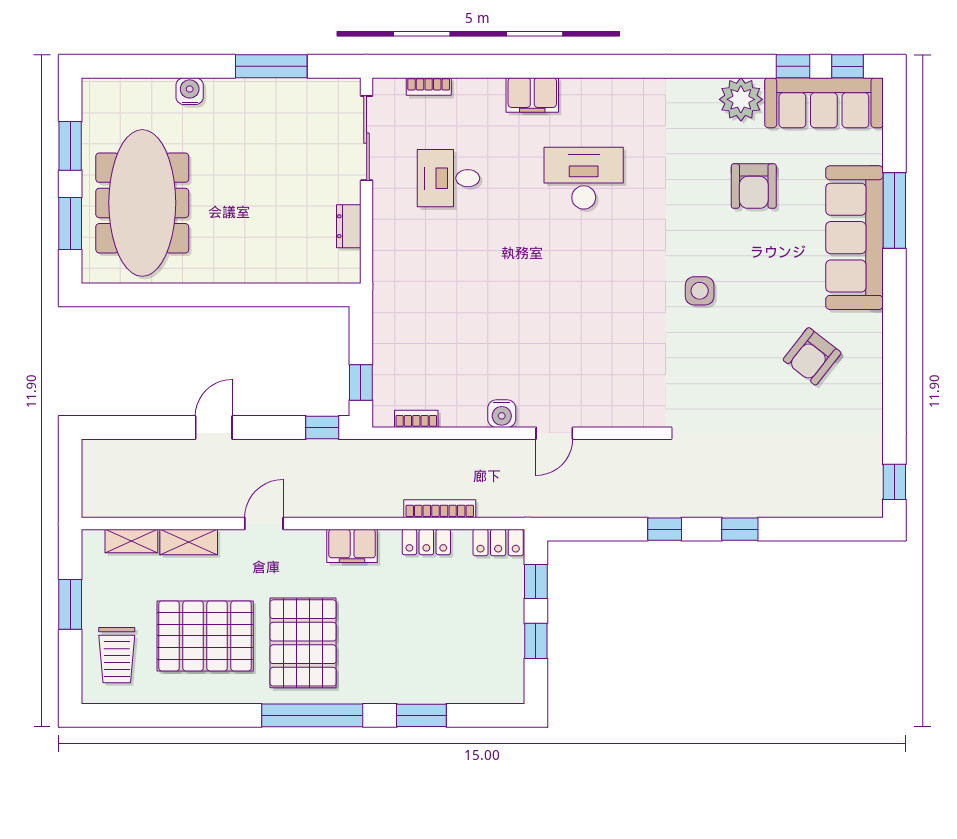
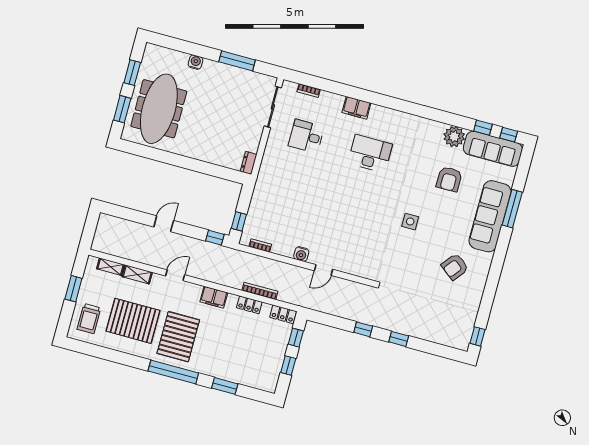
dresser: (349, 226) -> (249, 163), moved

